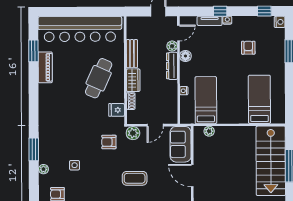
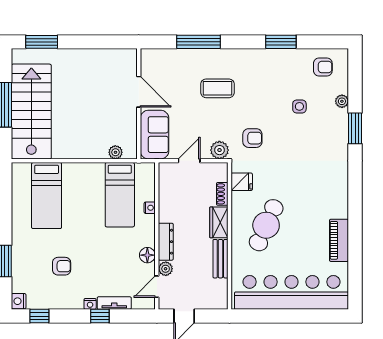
armchair: (248, 48) -> (62, 266), turned -90
window: (33, 51) -> (355, 263), removed

